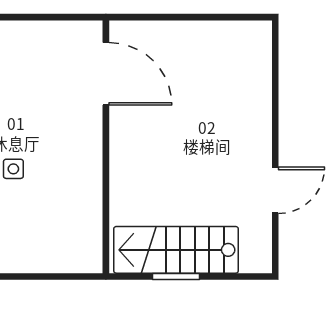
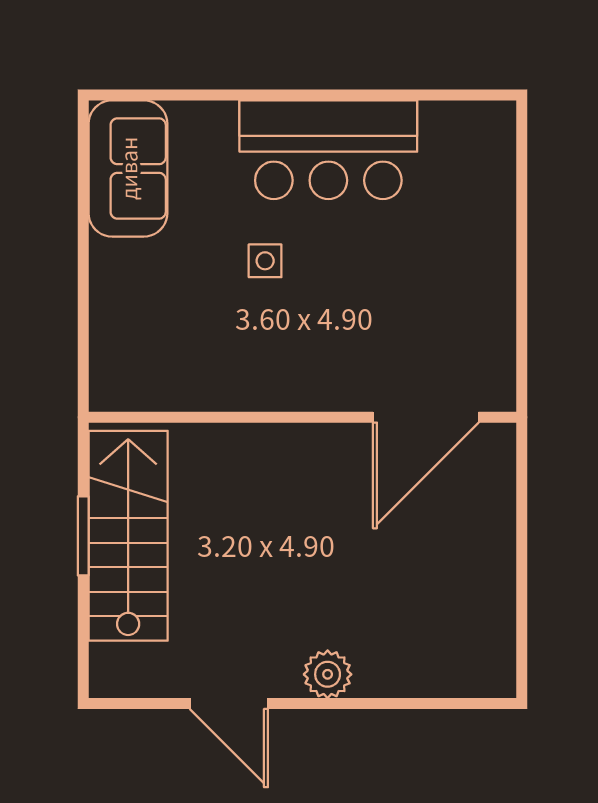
plant: (258, 132) -> (328, 674), added

